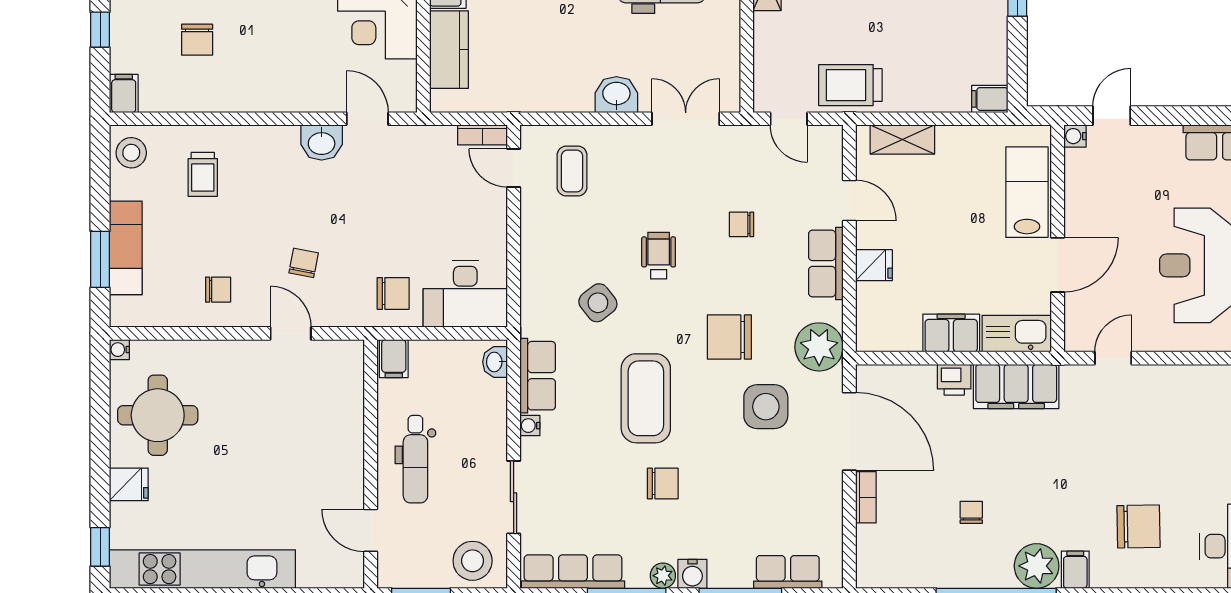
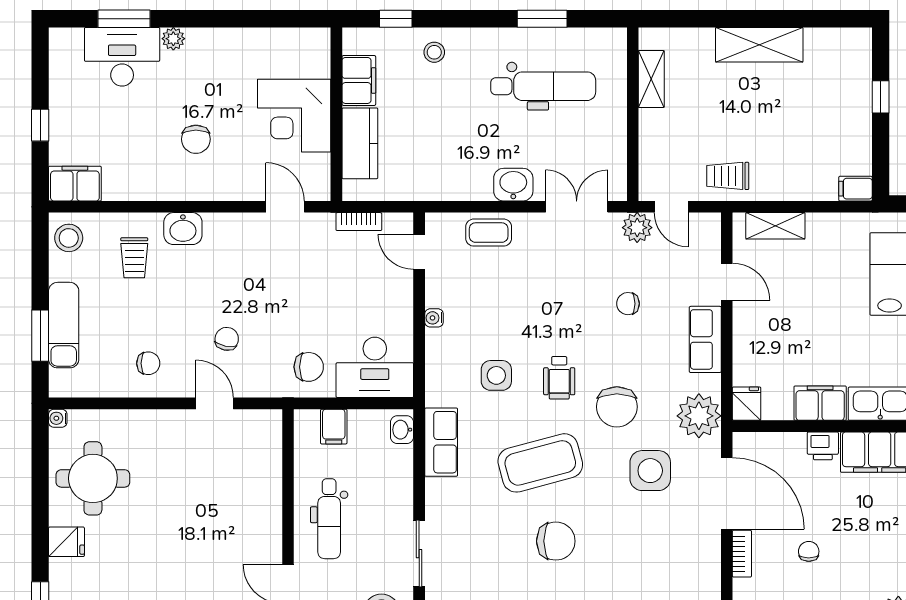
chair: (197, 40) -> (196, 139), moved
trolley: (850, 85) -> (728, 176), width x0.73, depth x0.72
filing cabinet: (124, 93) -> (75, 184), width x2.00
bookcase: (482, 135) -> (359, 222), moved
plant: (752, 141) -> (637, 228), added
washbasin: (322, 143) -> (183, 229), moved
coffee table: (572, 171) -> (489, 233), moved, turned 90
wheelchair: (659, 256) -> (559, 378), moved, turned 180
fridge: (874, 265) -> (747, 404), moved, turned -90
side table: (598, 303) -> (496, 375), turned 38
chair: (729, 337) -> (617, 407), turned -90
filing cabinet: (394, 359) -> (334, 427), moved
coffee table: (646, 398) -> (540, 463), turned 75
water cooler: (530, 426) -> (434, 318), moved
chair: (663, 484) -> (556, 541), width x1.37, depth x1.37
chair: (971, 512) -> (809, 551), moved

